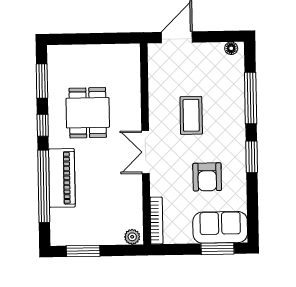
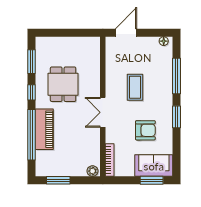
armchair: (207, 177) -> (145, 130), turned -90

